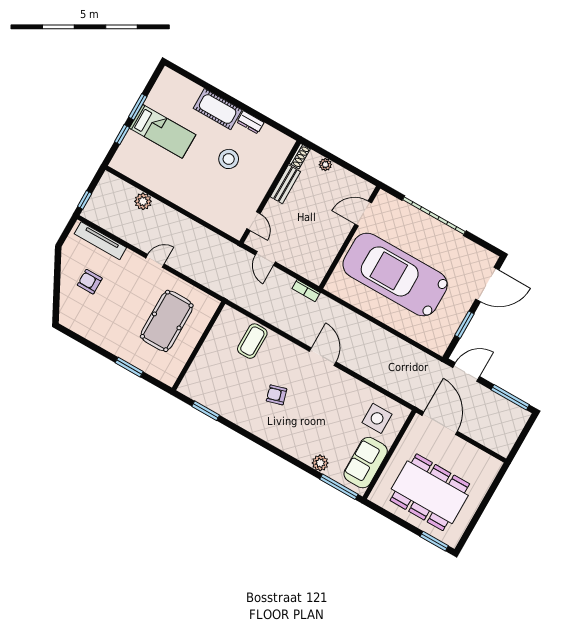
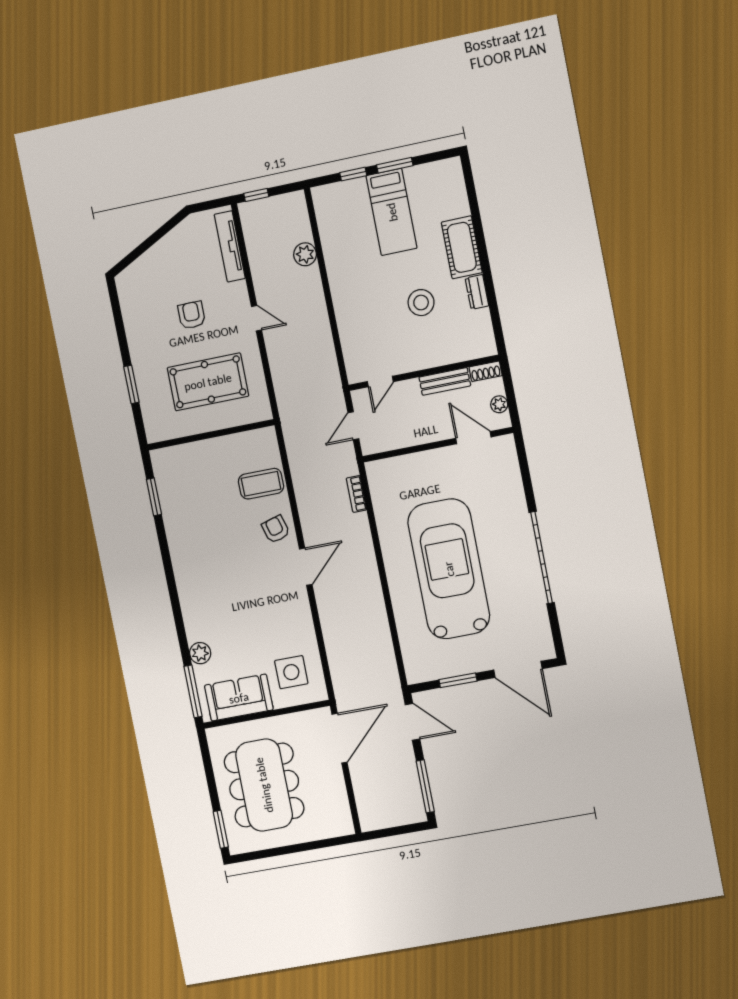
door: (363, 213) -> (473, 438), moved
wall: (350, 237) -> (438, 445), moved
armchair: (90, 282) -> (192, 315), moved
armchair: (277, 395) -> (276, 529), moved

